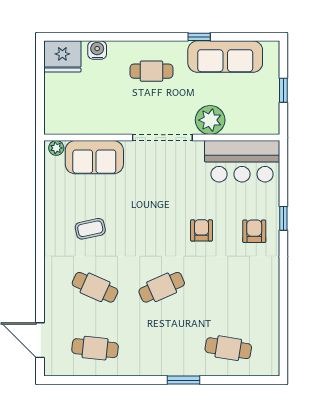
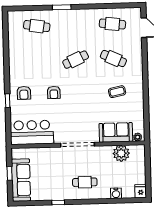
fridge: (62, 56) -> (141, 191), width x0.53, depth x0.75
sofa: (225, 57) -> (21, 180), moved, turned 90
plant: (210, 120) -> (121, 153), moved

